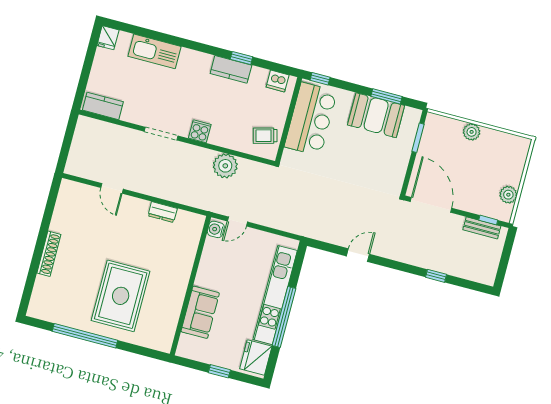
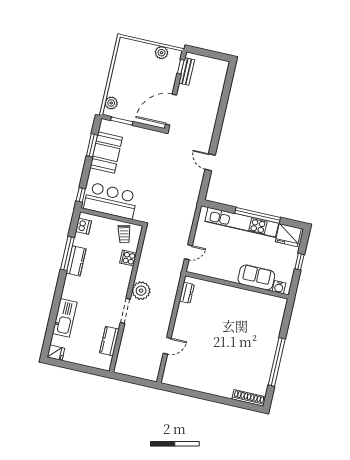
window: (241, 58) -> (67, 253), width x2.17
kitchen counter: (103, 106) -> (109, 341), moved
cooker: (200, 131) -> (128, 258), moved
plant: (472, 132) -> (111, 103), moved
plant: (225, 166) -> (141, 291), moved
dresser: (163, 212) -> (187, 293), moved
door: (237, 222) -> (188, 252), hinge flipped
water cooler: (216, 229) -> (279, 287), moved
shoe rack: (49, 254) -> (249, 398), moved
window: (436, 276) -> (223, 104), removed
rug: (121, 296) -> (246, 337), removed

